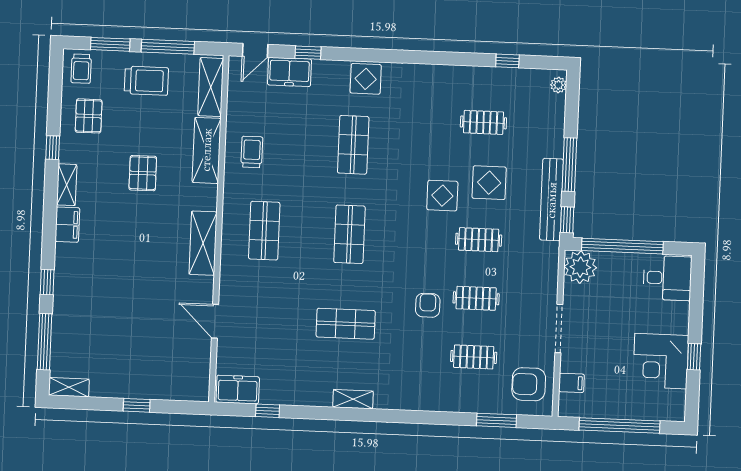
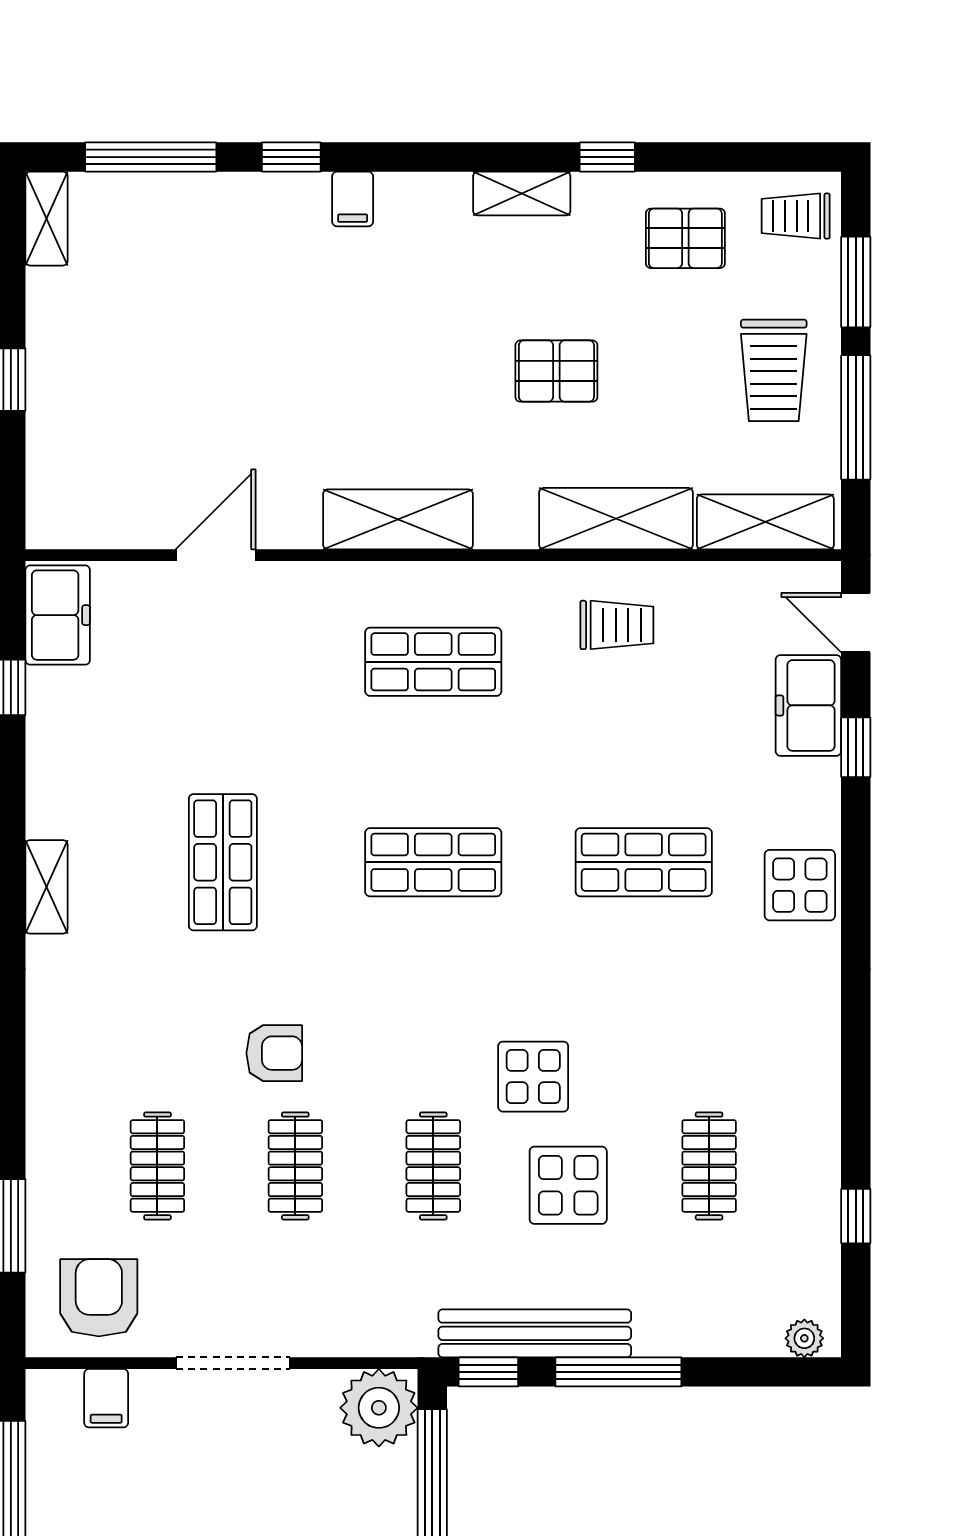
filing cabinet: (67, 225) -> (353, 199), moved, width x0.50

